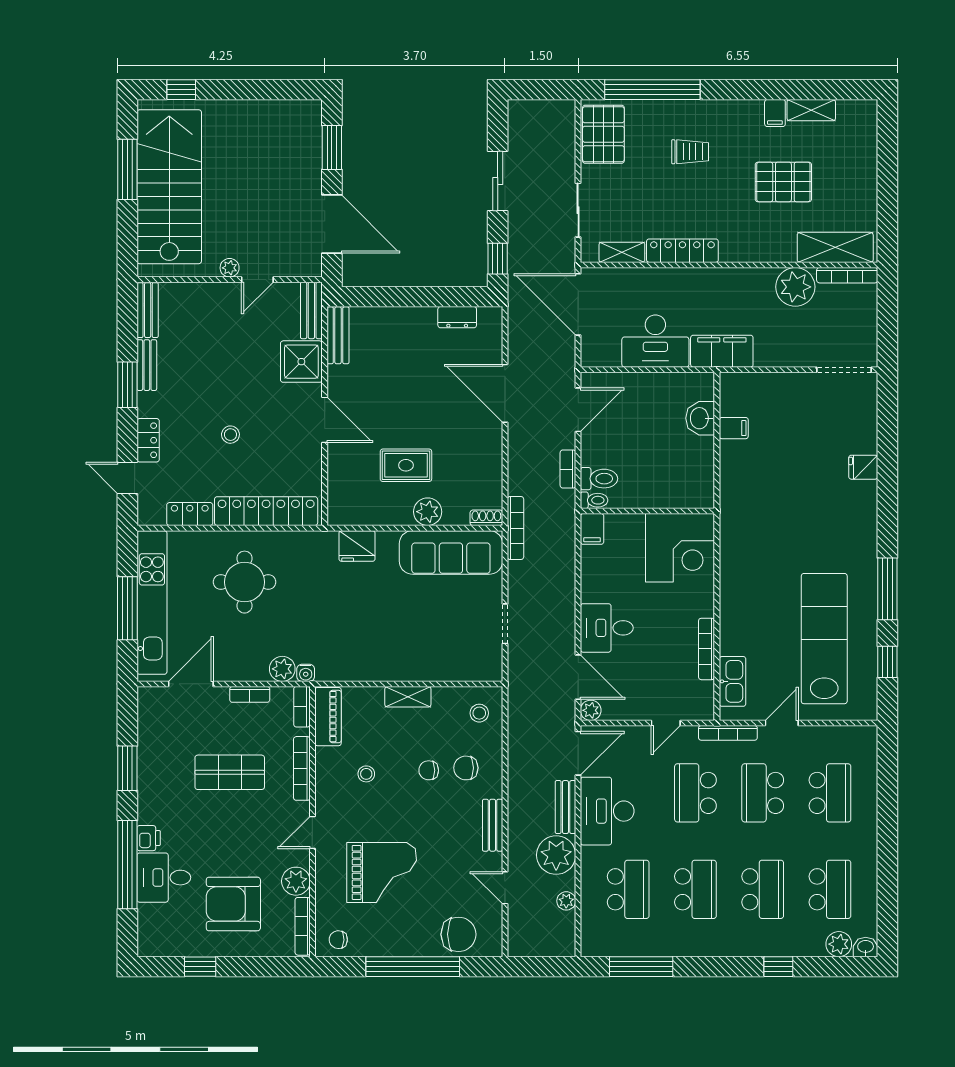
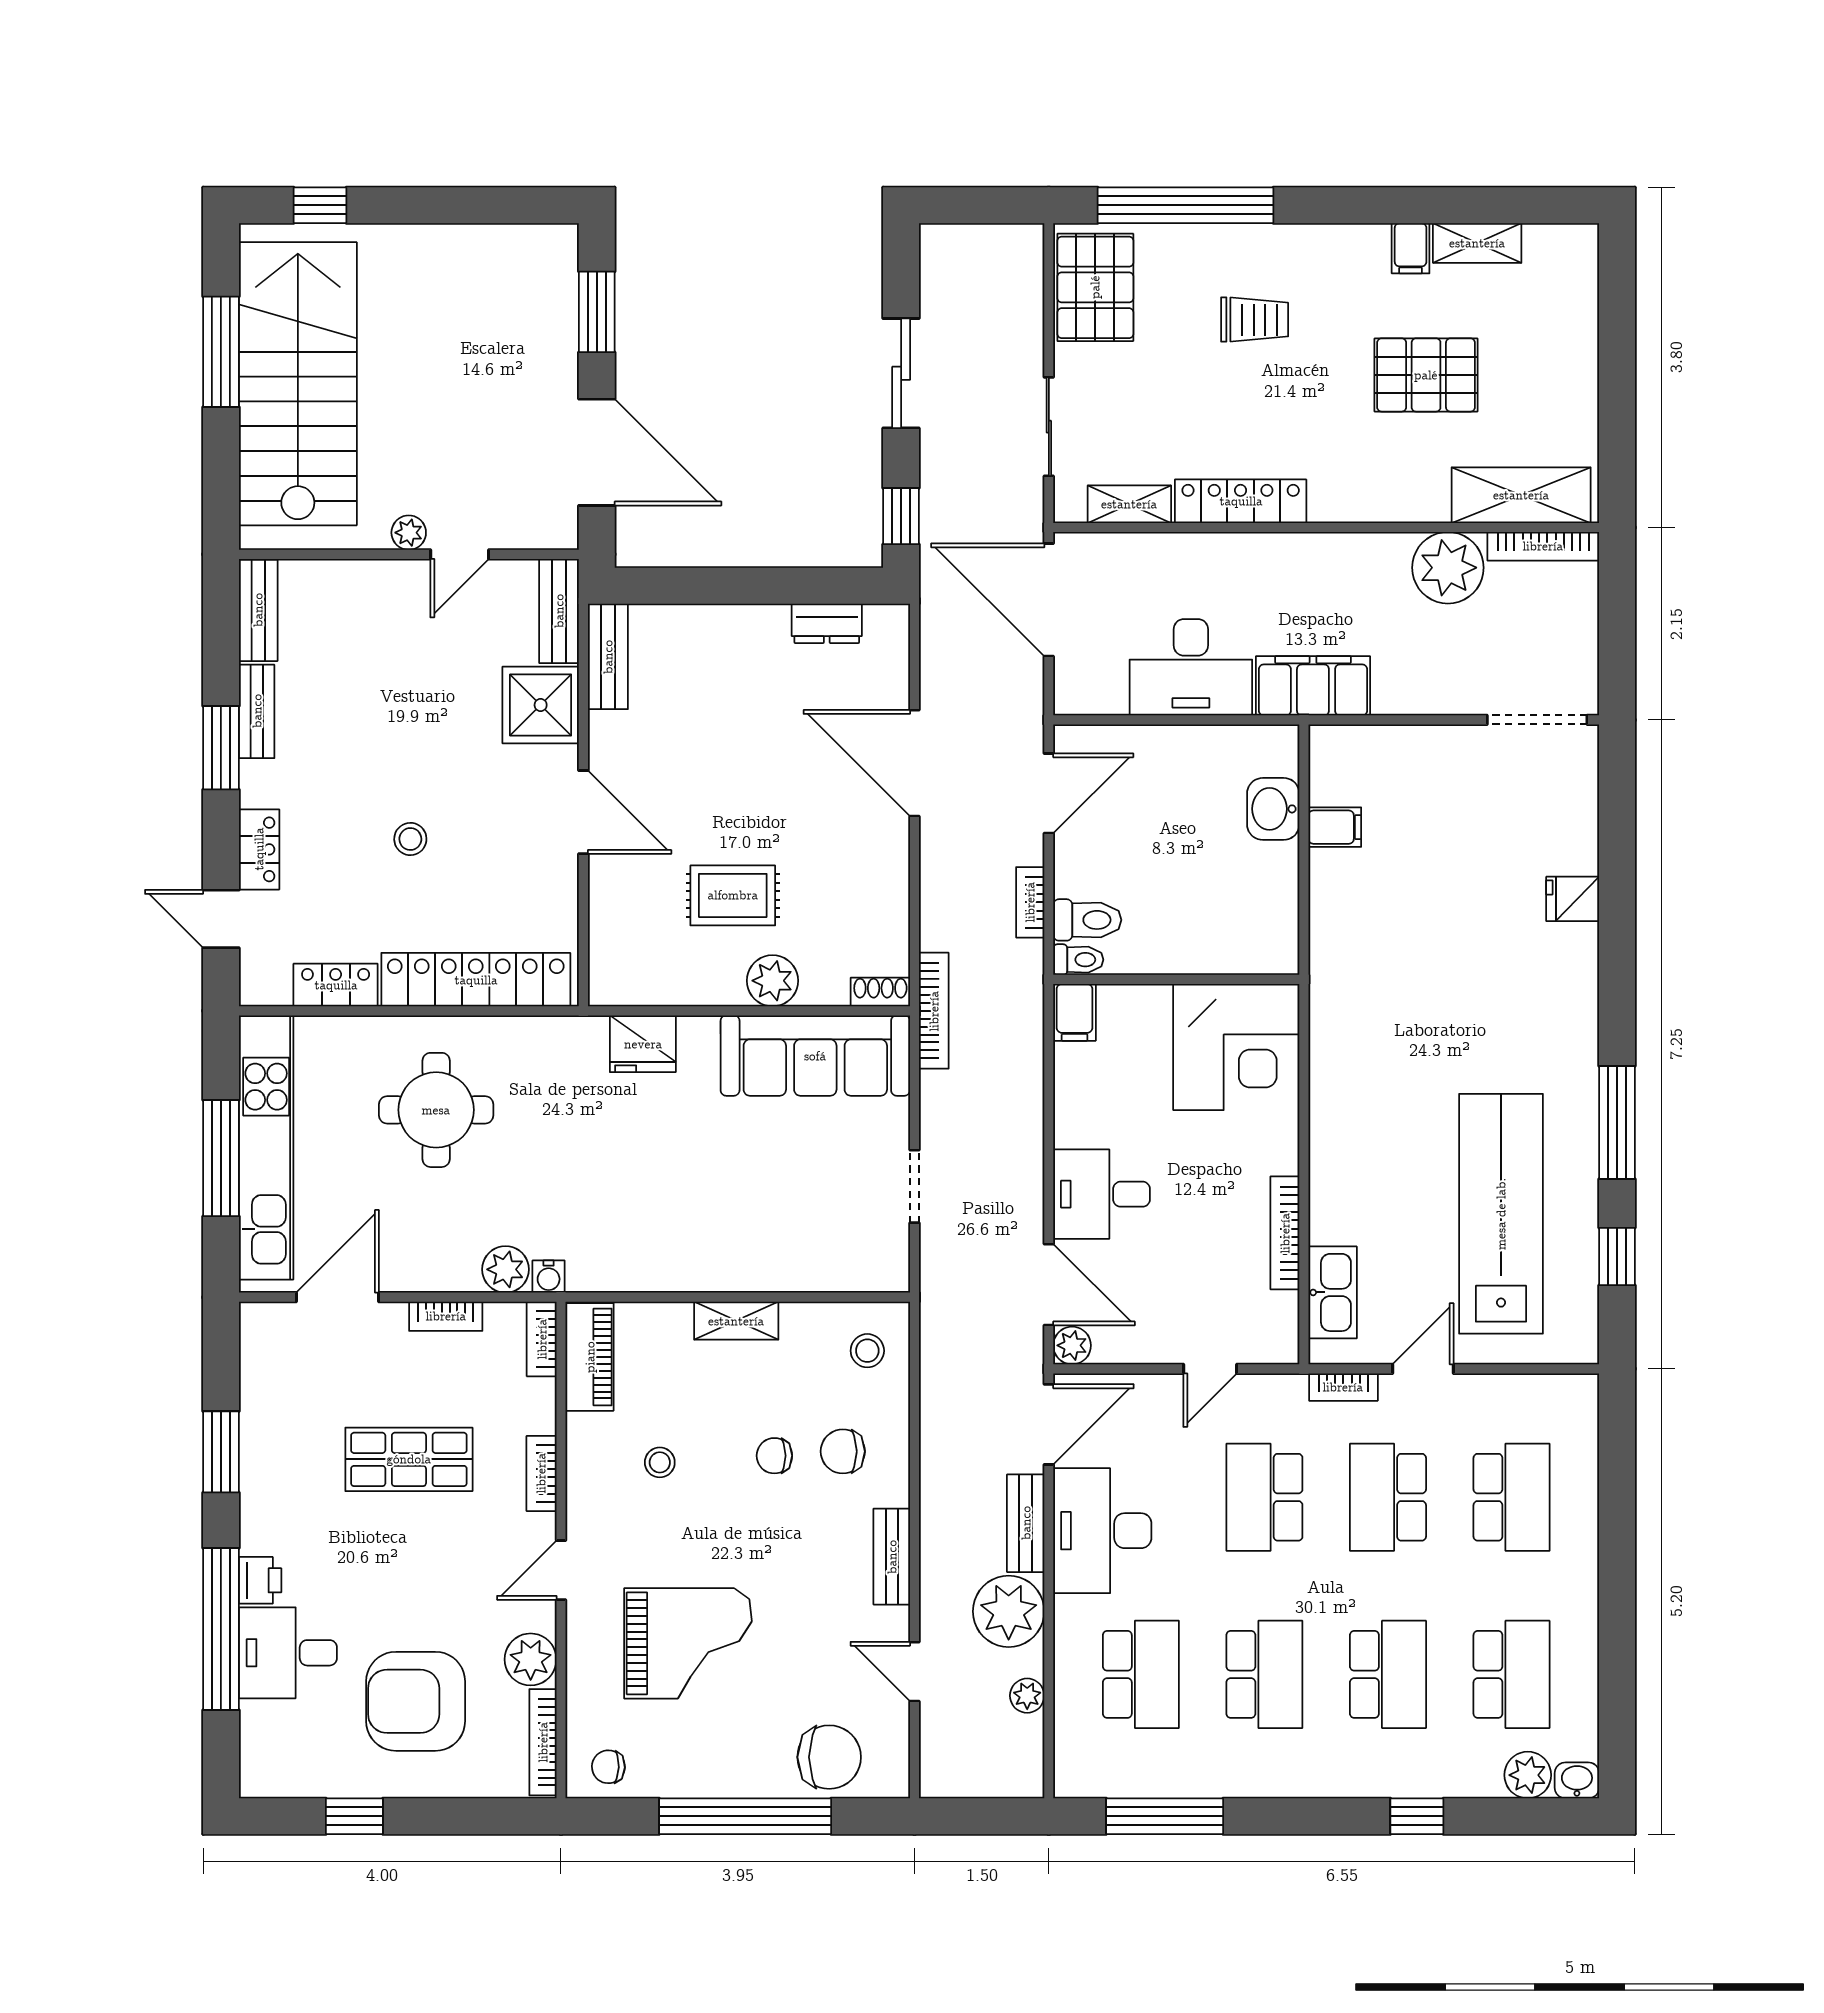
bookcase: (728, 733) -> (1343, 1387), width x0.64
bookcase: (302, 768) -> (541, 1473), width x0.64

